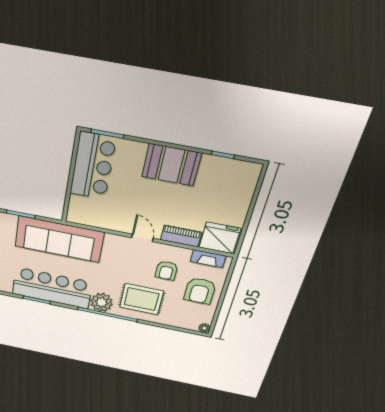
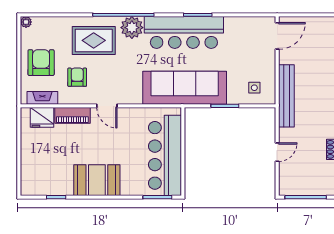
bar counter: (93, 166) -> (165, 155), width x1.36
fridge: (220, 238) -> (42, 117), width x0.73, depth x0.75

